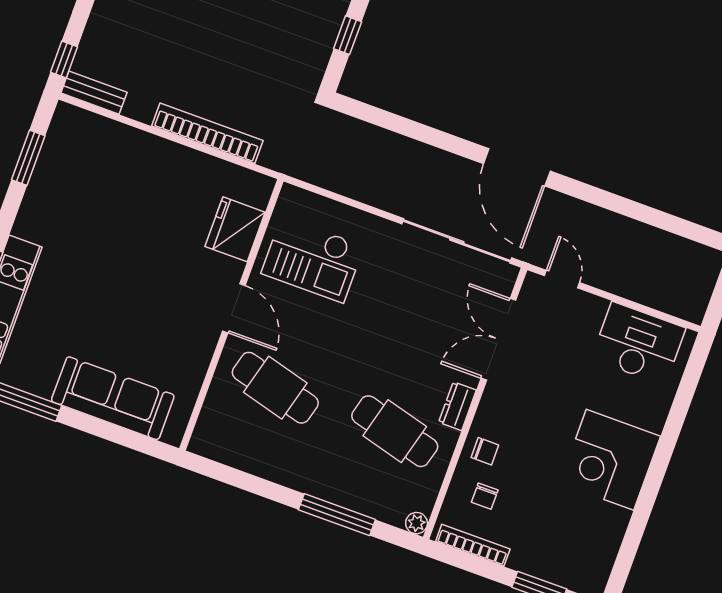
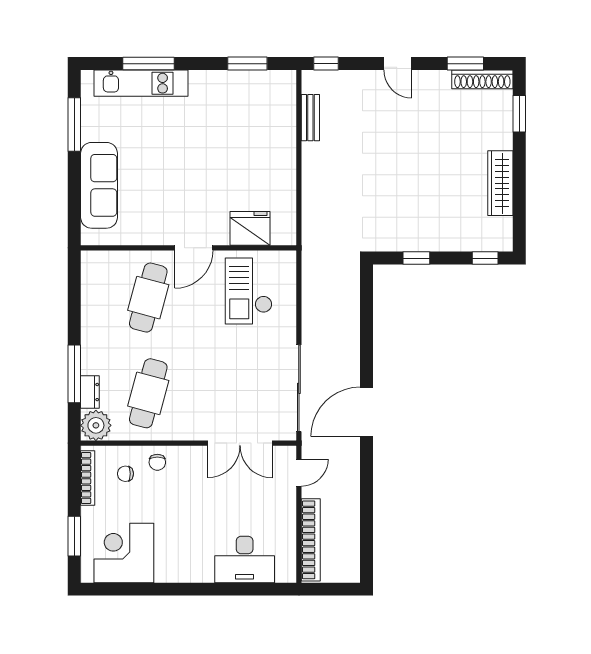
bench: (94, 93) -> (310, 118), moved
bookcase: (207, 133) -> (311, 540), moved
double door: (498, 339) -> (240, 443), swing flipped
desk: (638, 344) -> (245, 559), moved, turned 90
dresser: (457, 406) -> (90, 392), moved, turned 90
corner desk: (610, 460) -> (124, 553), moved
plant: (417, 523) -> (96, 425), width x1.88, depth x1.88

